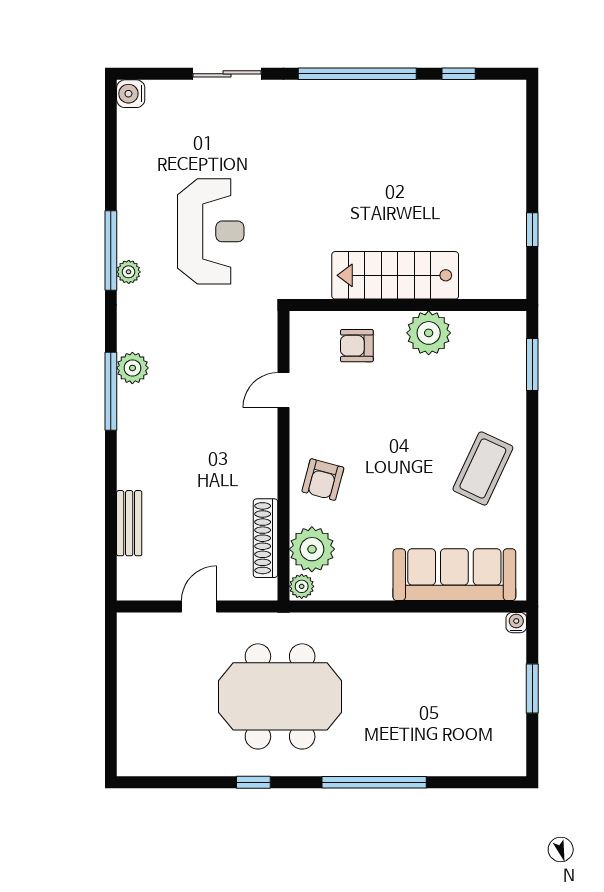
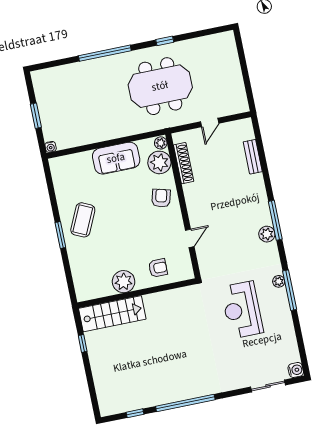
sliding door: (227, 74) -> (268, 386), moved
stairs: (395, 275) -> (112, 314), moved
window: (532, 364) -> (60, 235), moved
sofa: (454, 575) -> (116, 158), moved, width x0.73

